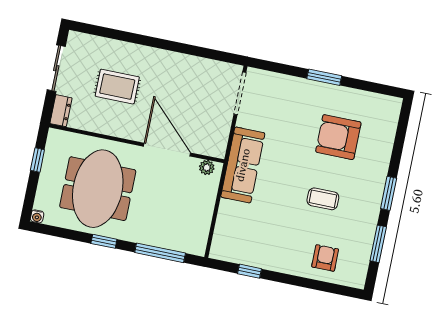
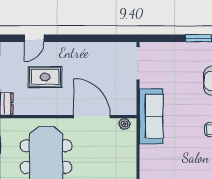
door: (114, 34) -> (34, 38), added

